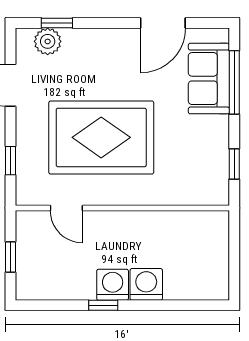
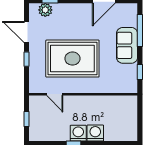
sofa: (209, 79) -> (127, 45), moved
window: (10, 161) -> (26, 59), moved

